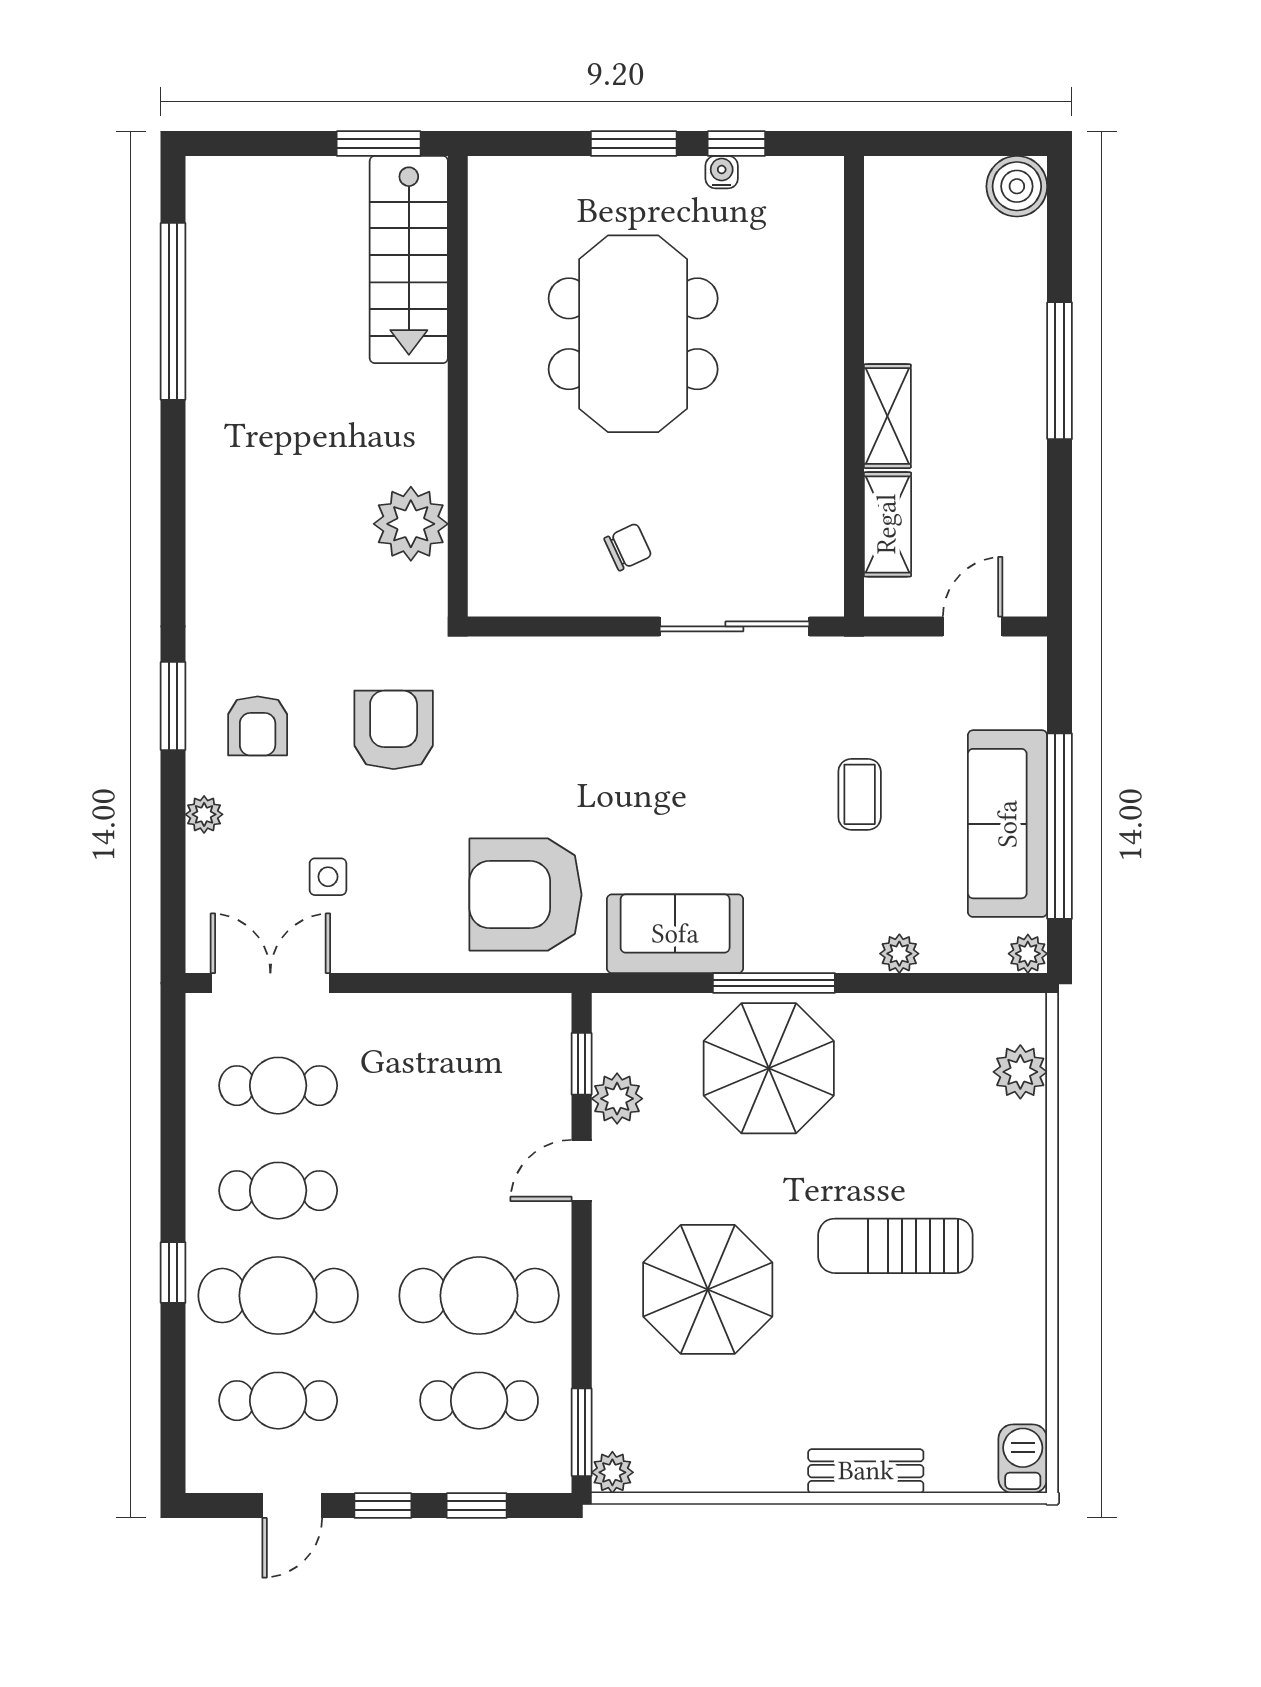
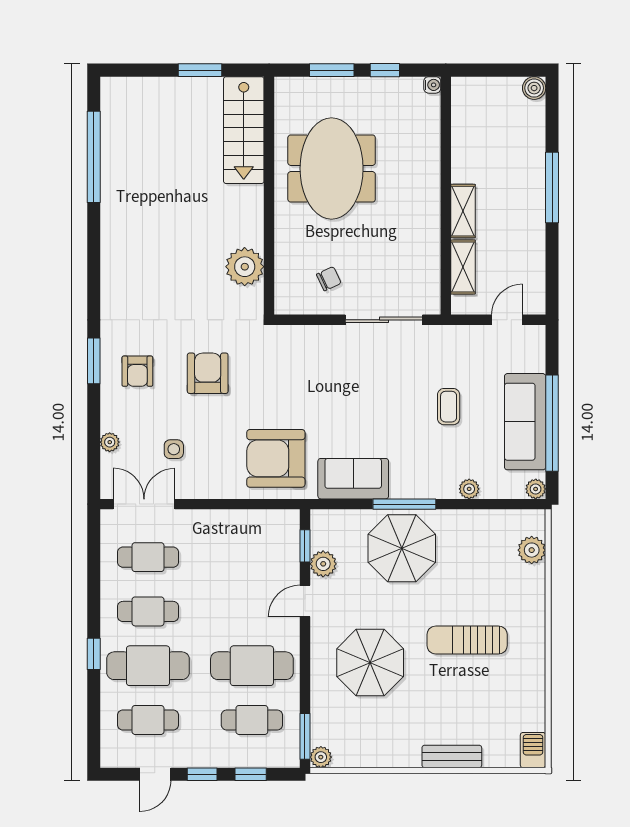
water cooler: (722, 172) -> (432, 85), moved, turned 90
boiler: (1017, 186) -> (534, 88), width x0.73, depth x0.73
stairs: (409, 260) -> (244, 130), moved
wall: (458, 386) -> (269, 196), moved
plant: (411, 524) -> (245, 267), moved
plant: (204, 814) -> (110, 442), moved

